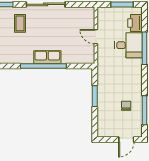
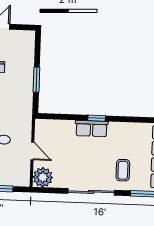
plant: (86, 15) -> (43, 177), added
window: (43, 66) -> (97, 118), width x0.32

